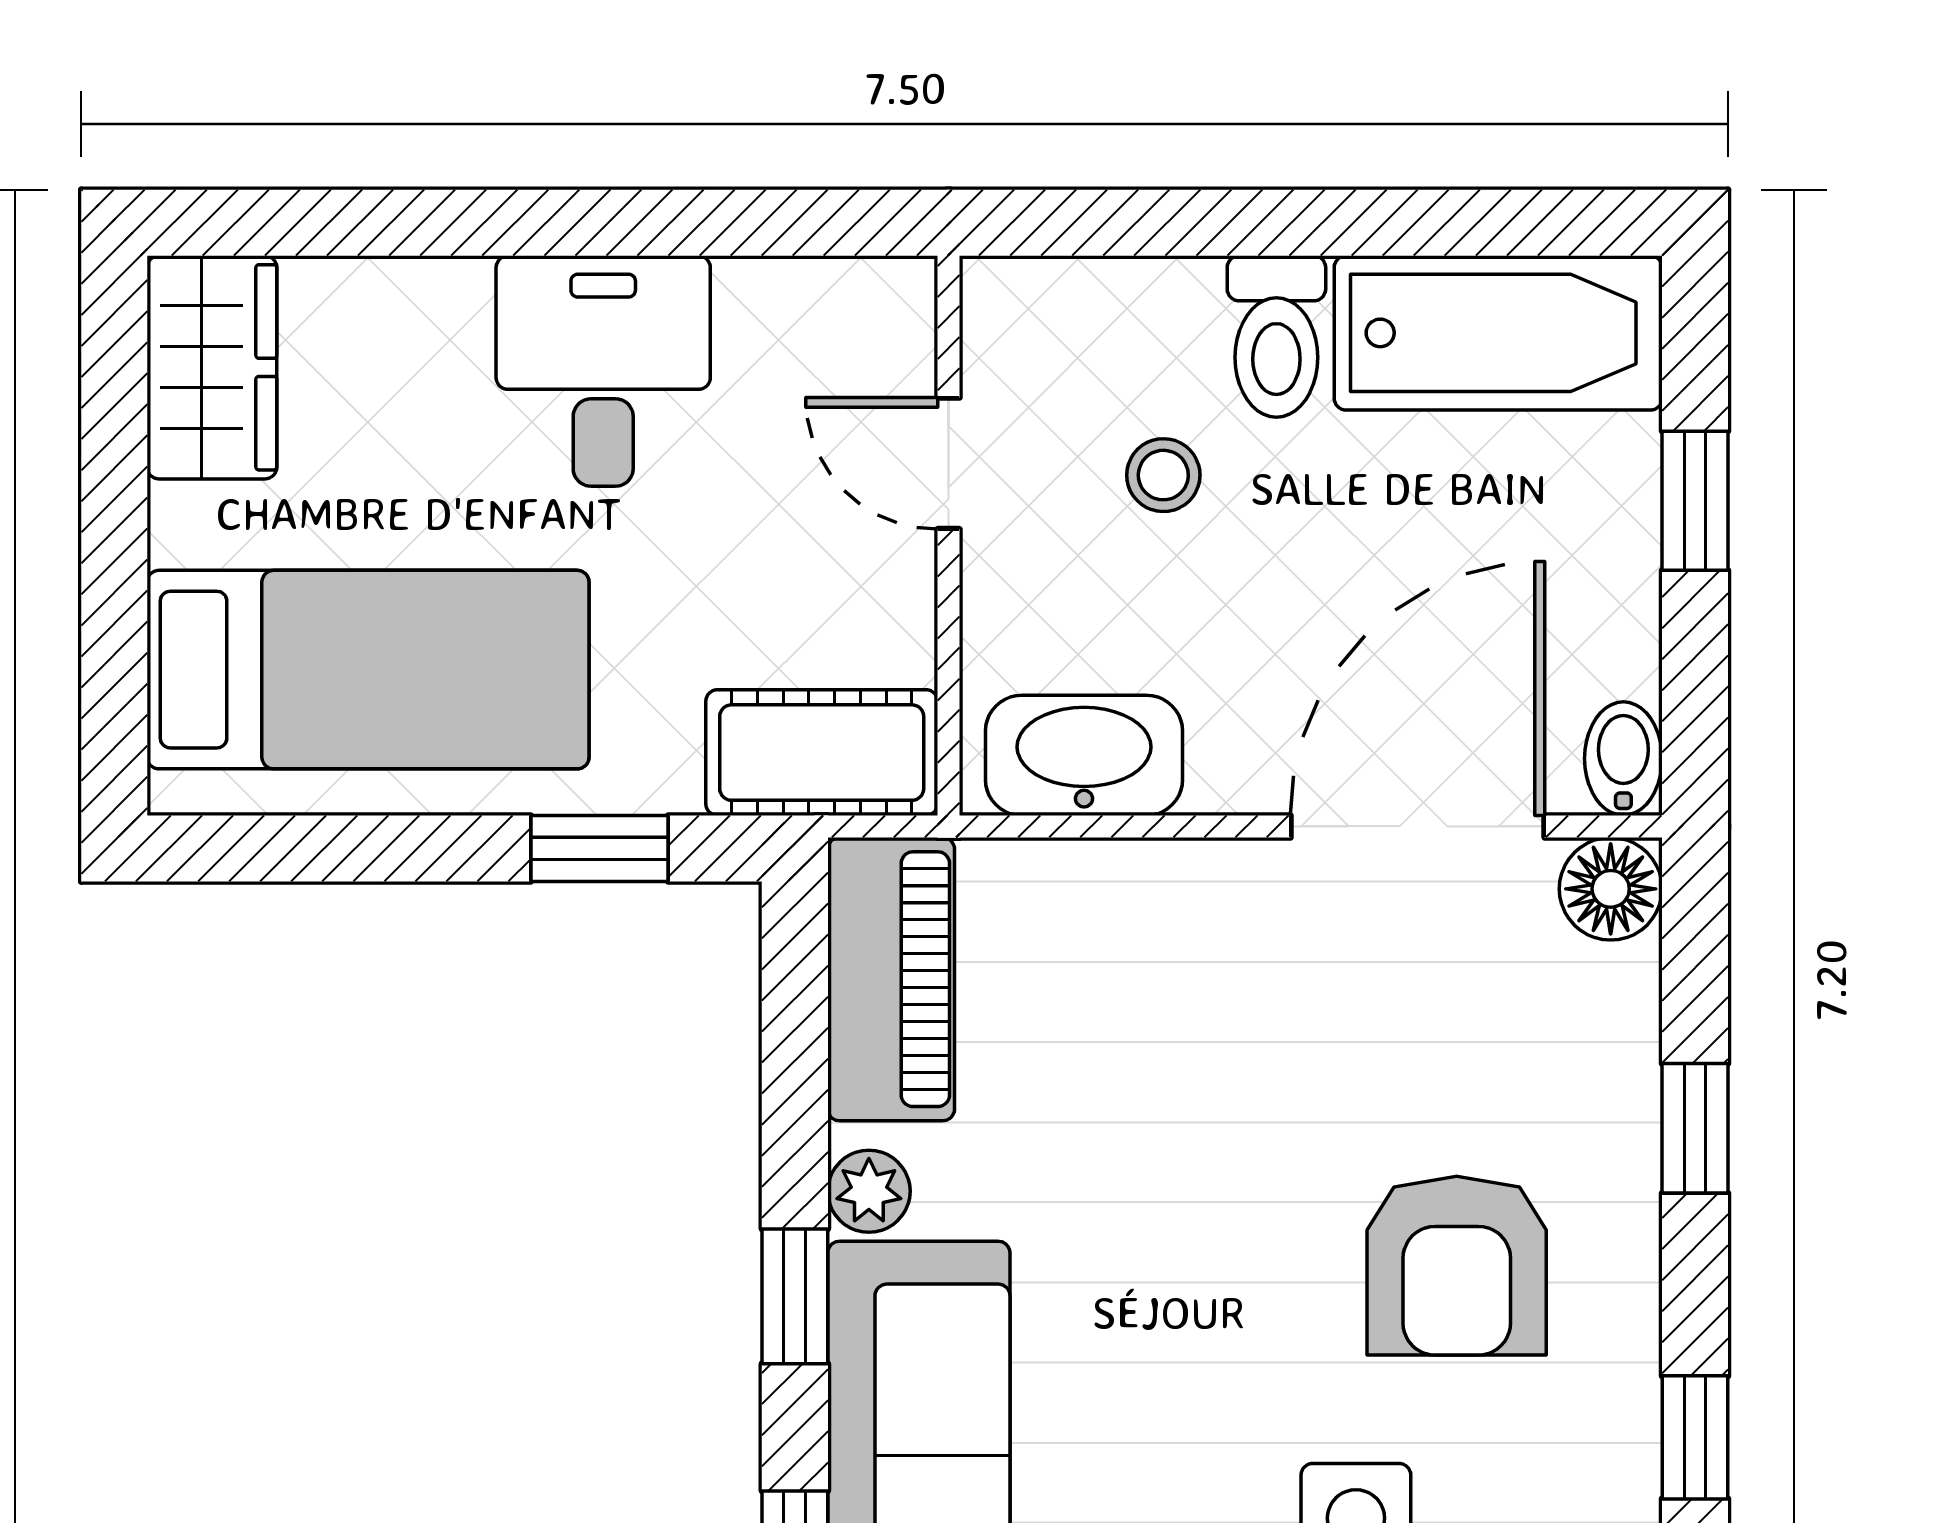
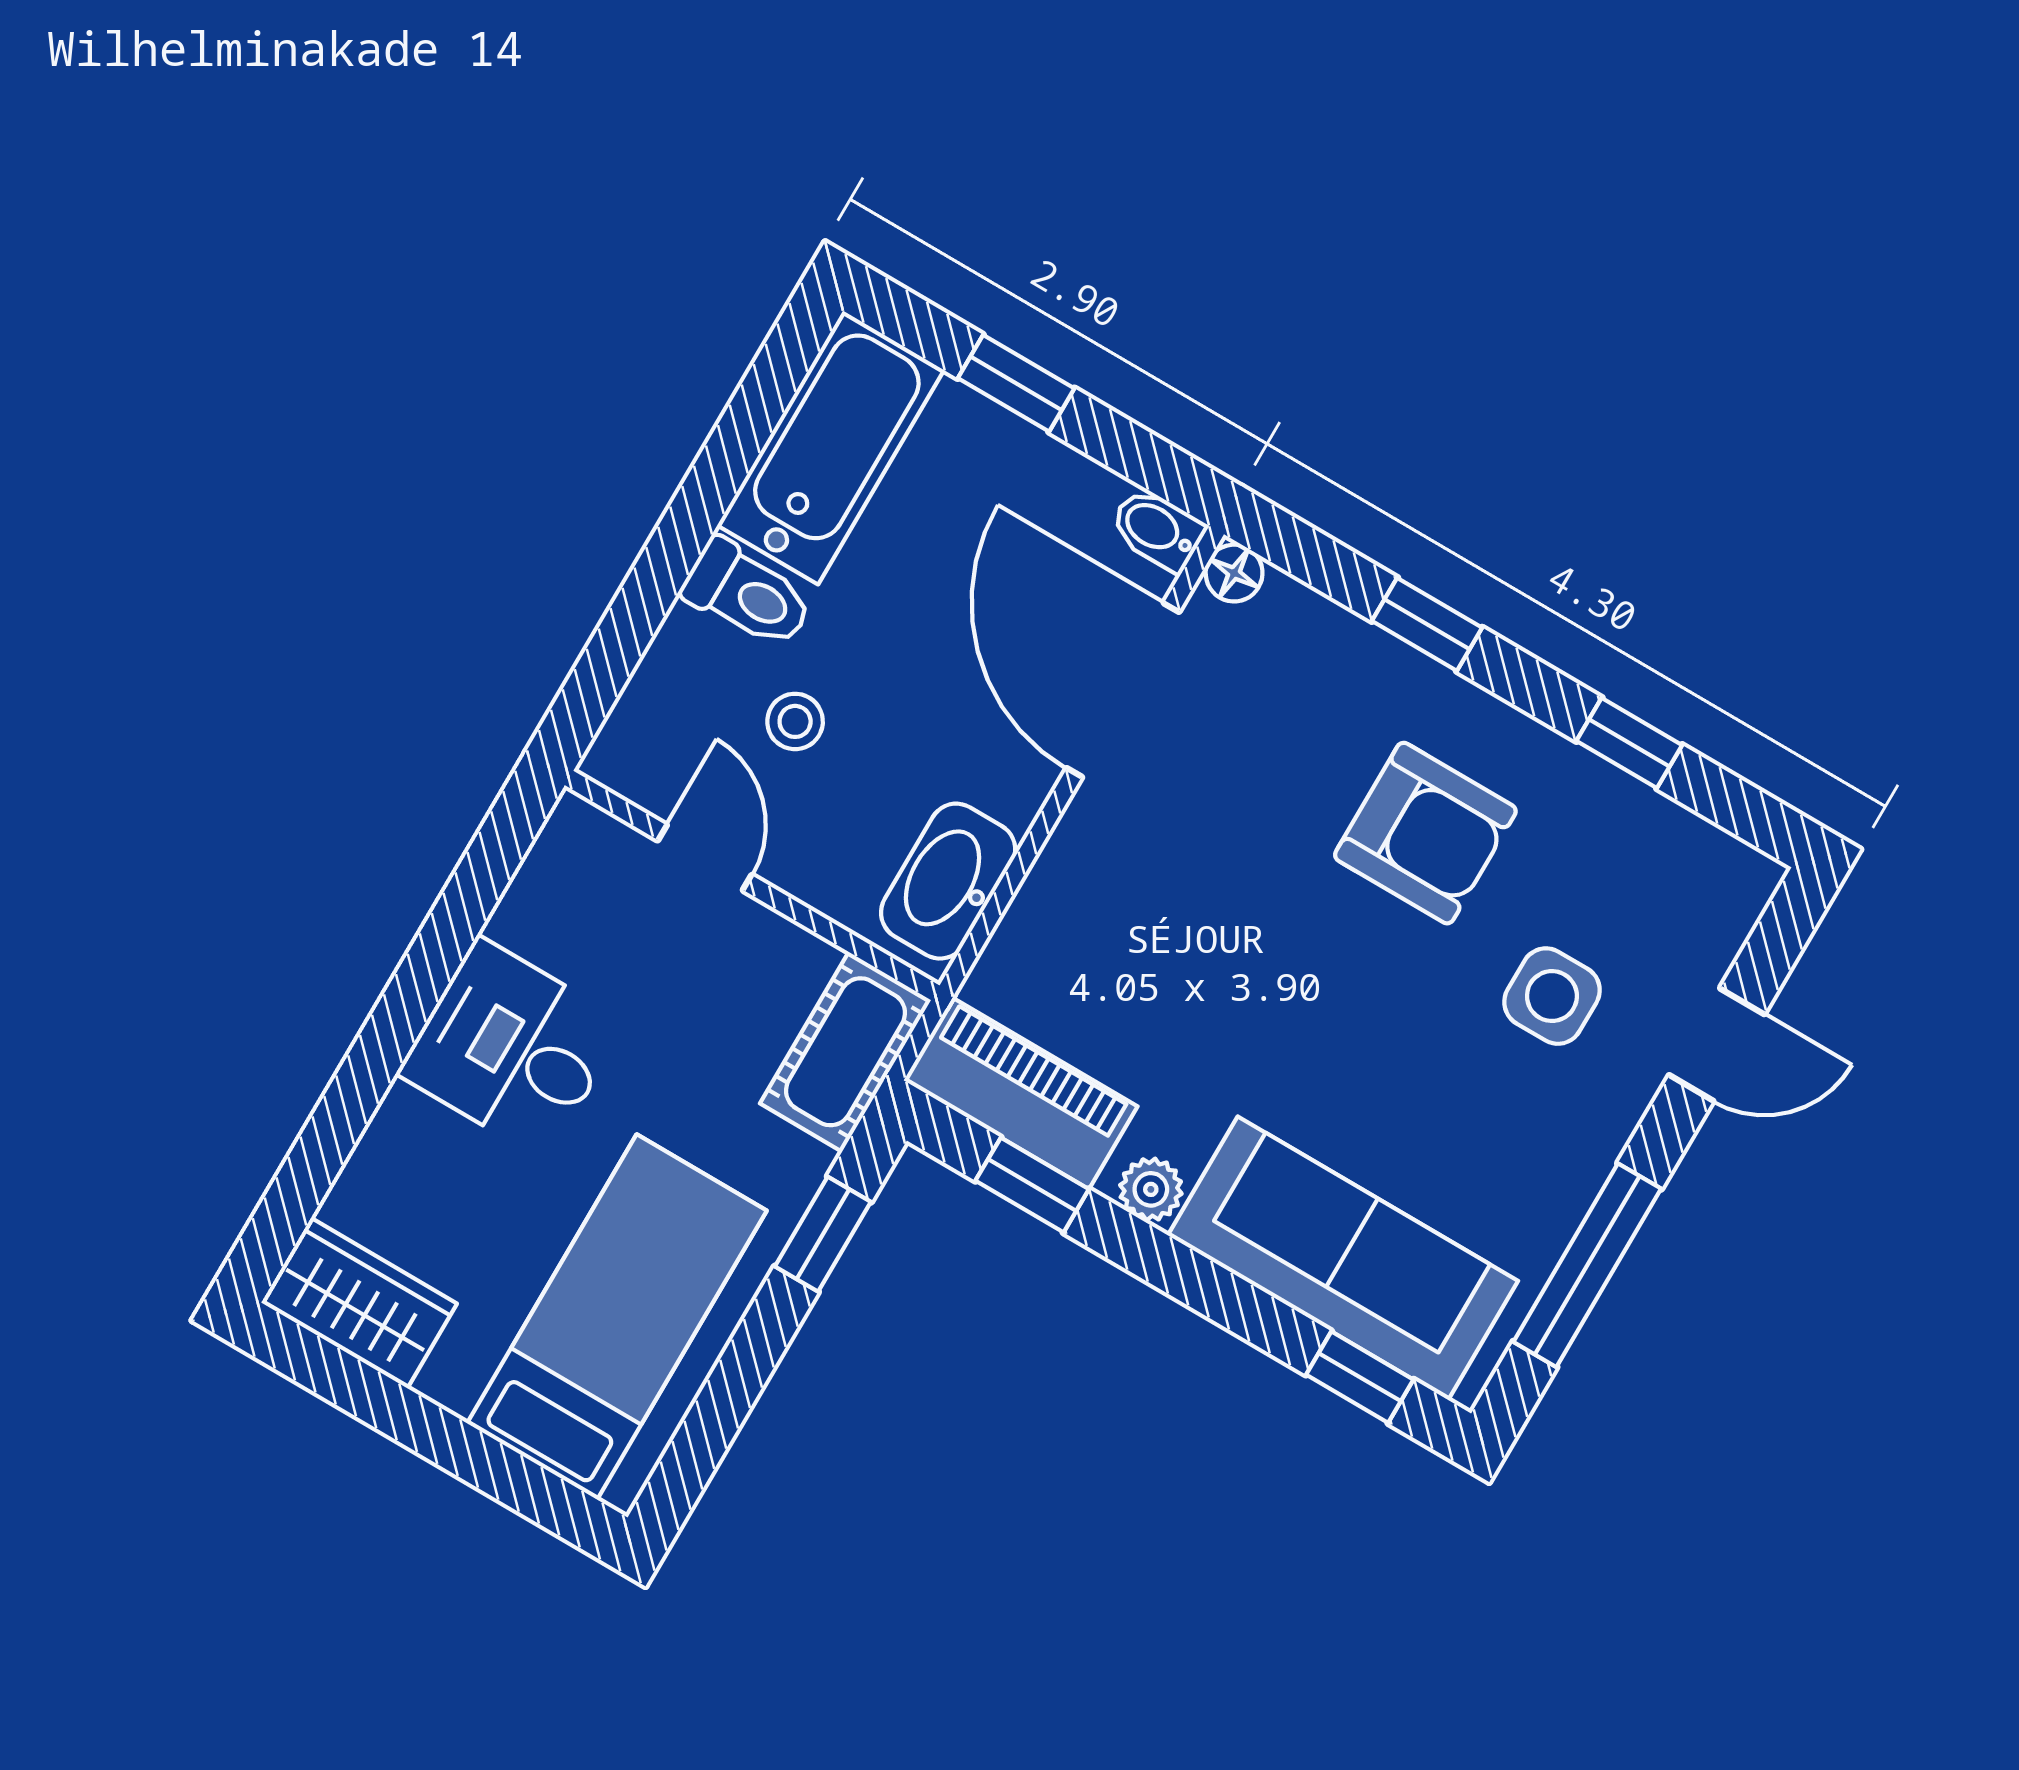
door: (949, 463) -> (705, 858), swing flipped
floor lamp: (1611, 889) -> (1234, 573), width x0.73, depth x0.73
window: (795, 1296) -> (1032, 1185), moved

